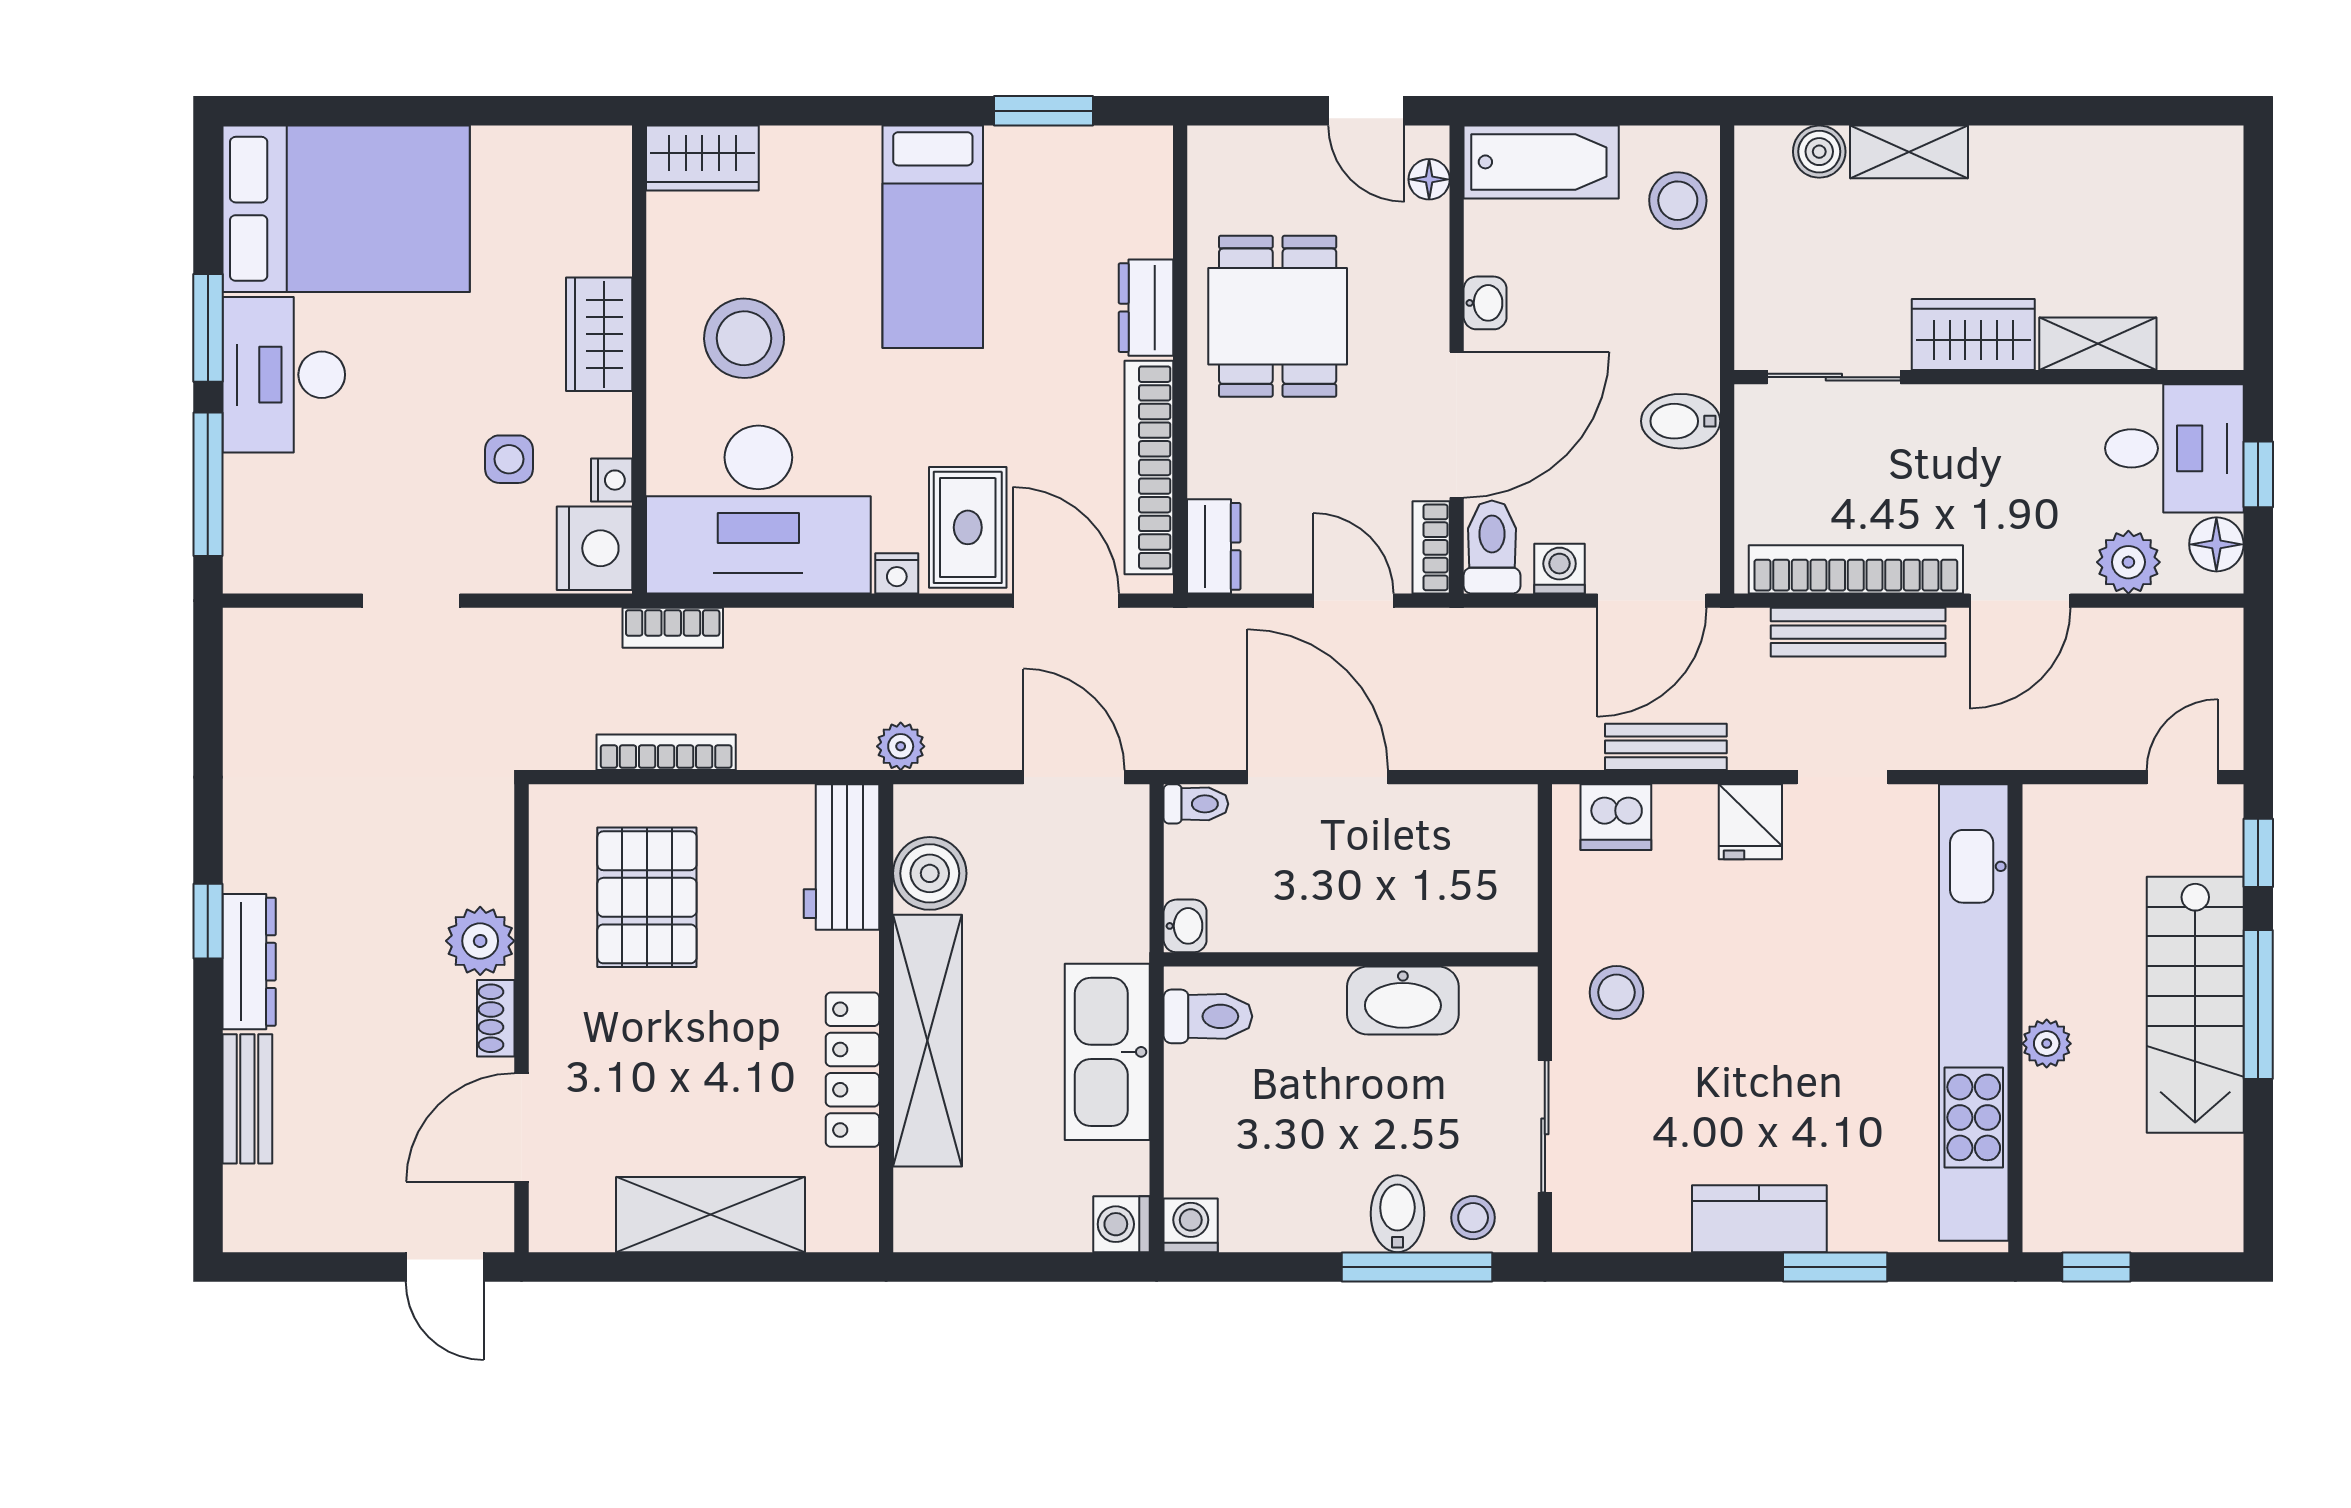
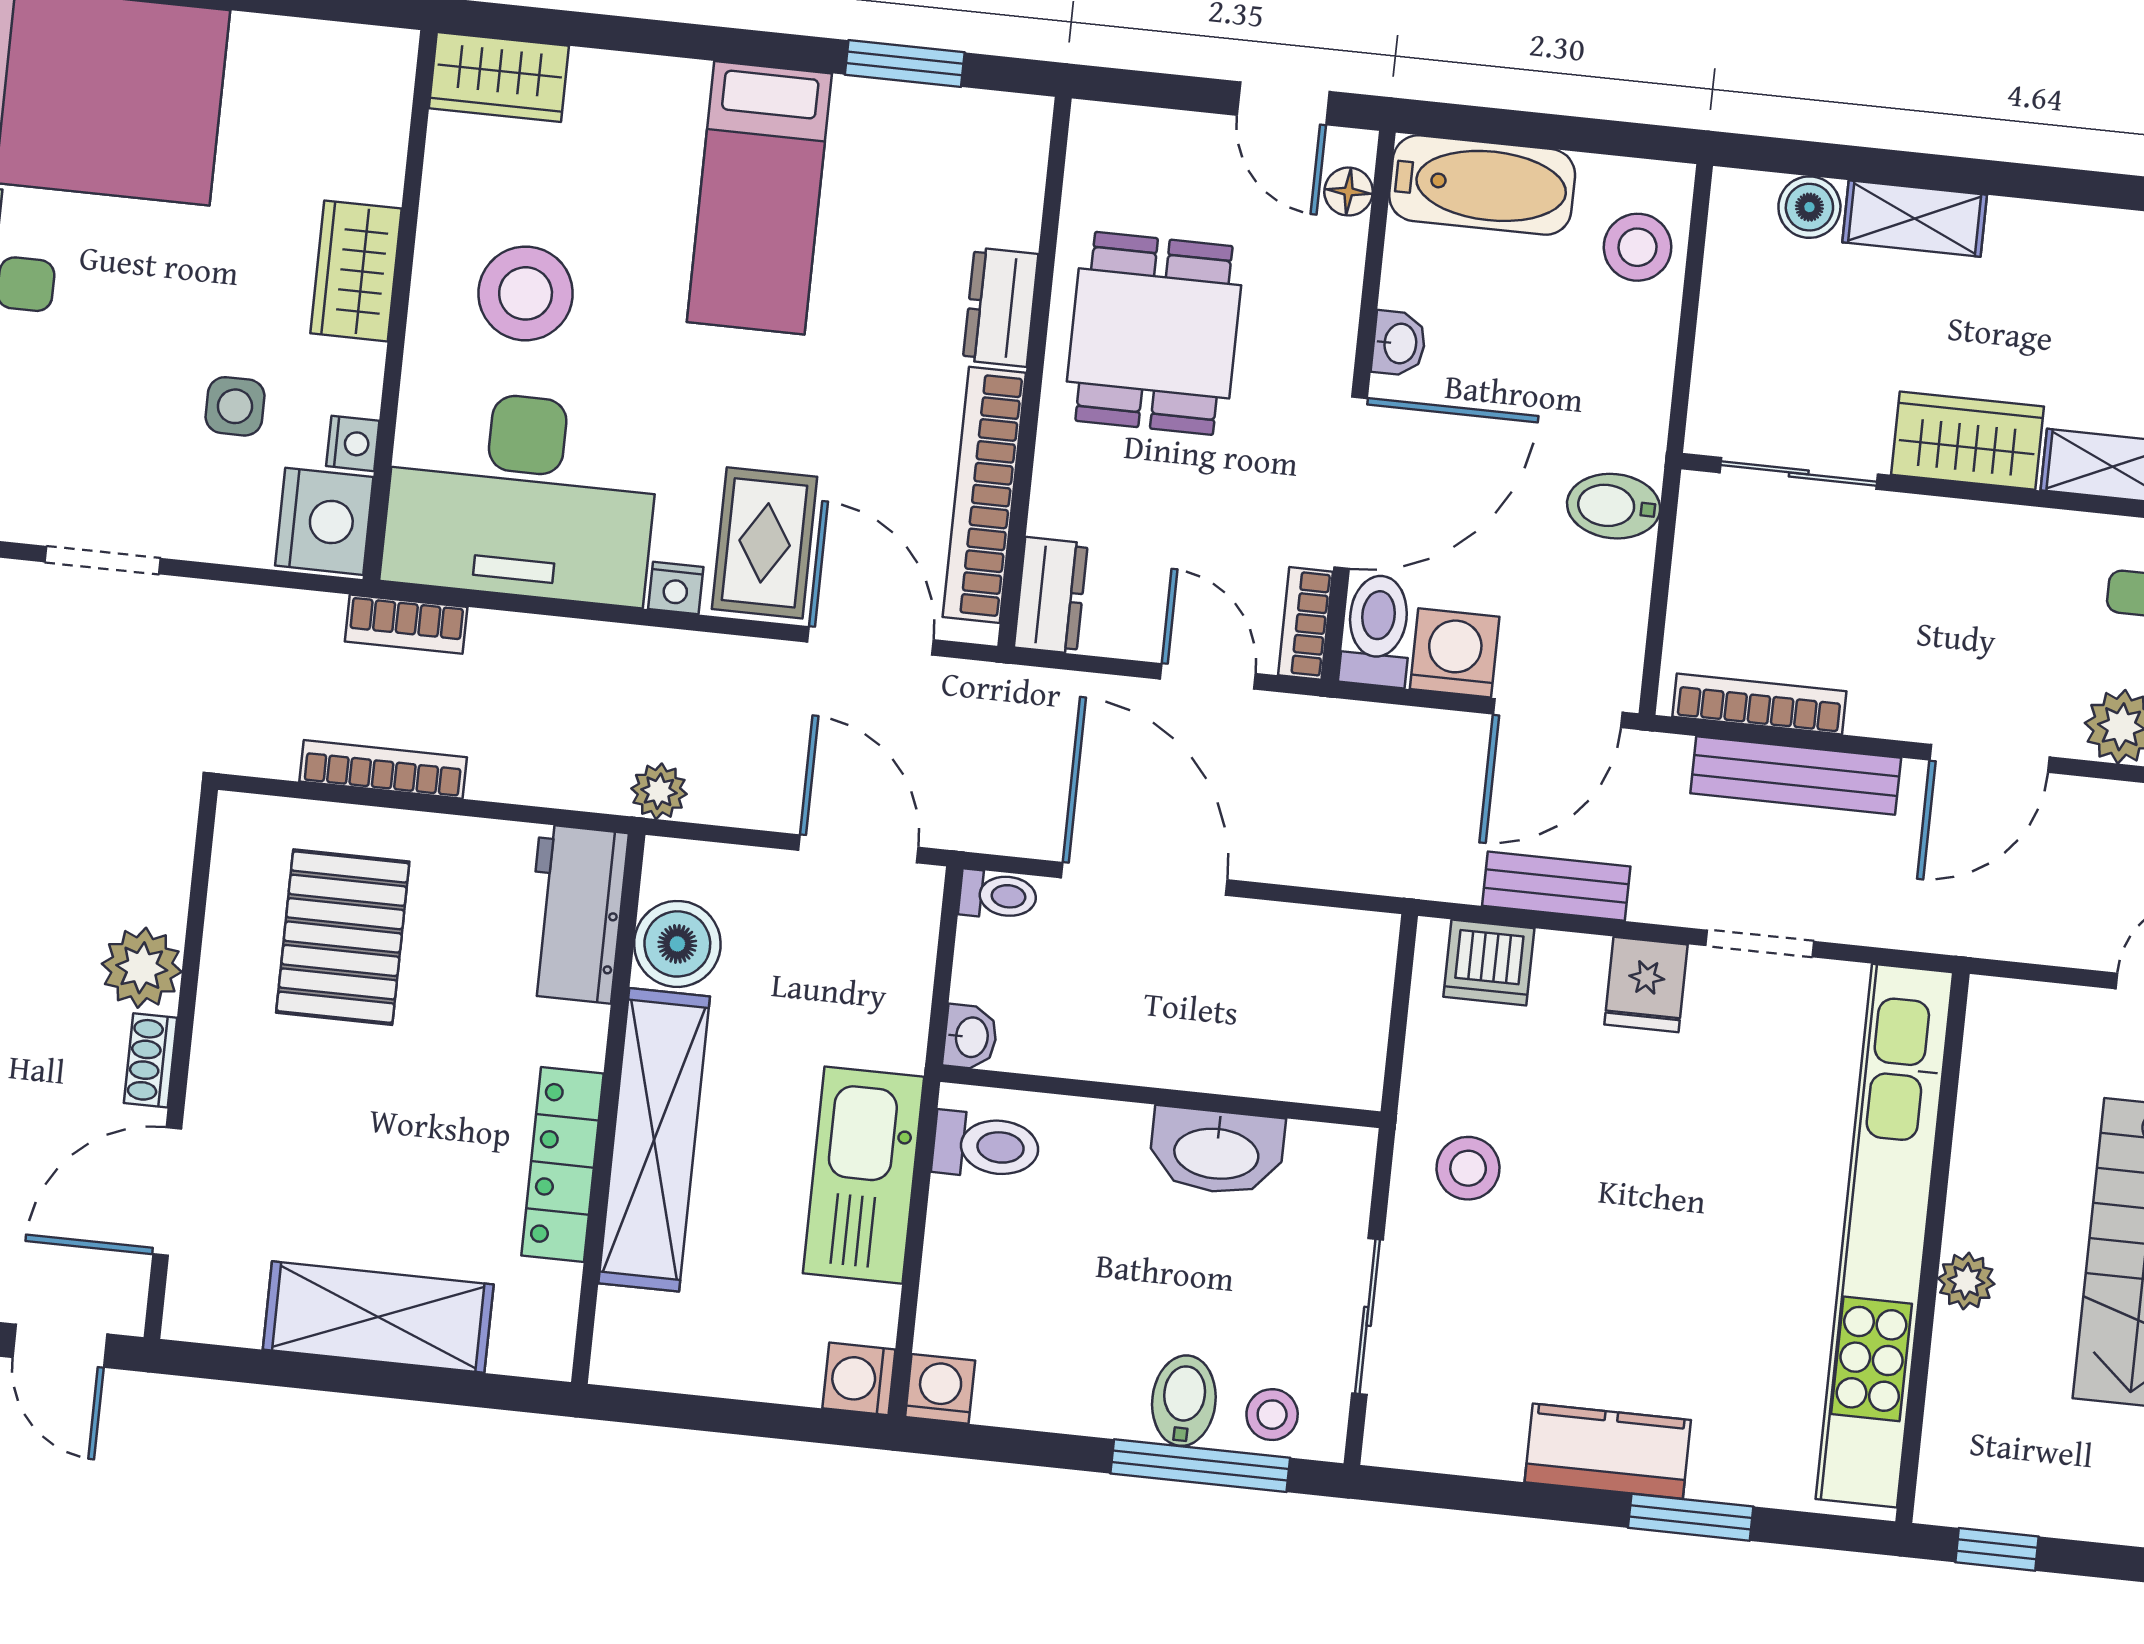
washing machine: (1560, 569) -> (1455, 653), width x1.38, depth x1.38
bookcase: (1856, 569) -> (1759, 704), width x0.68, depth x0.76

